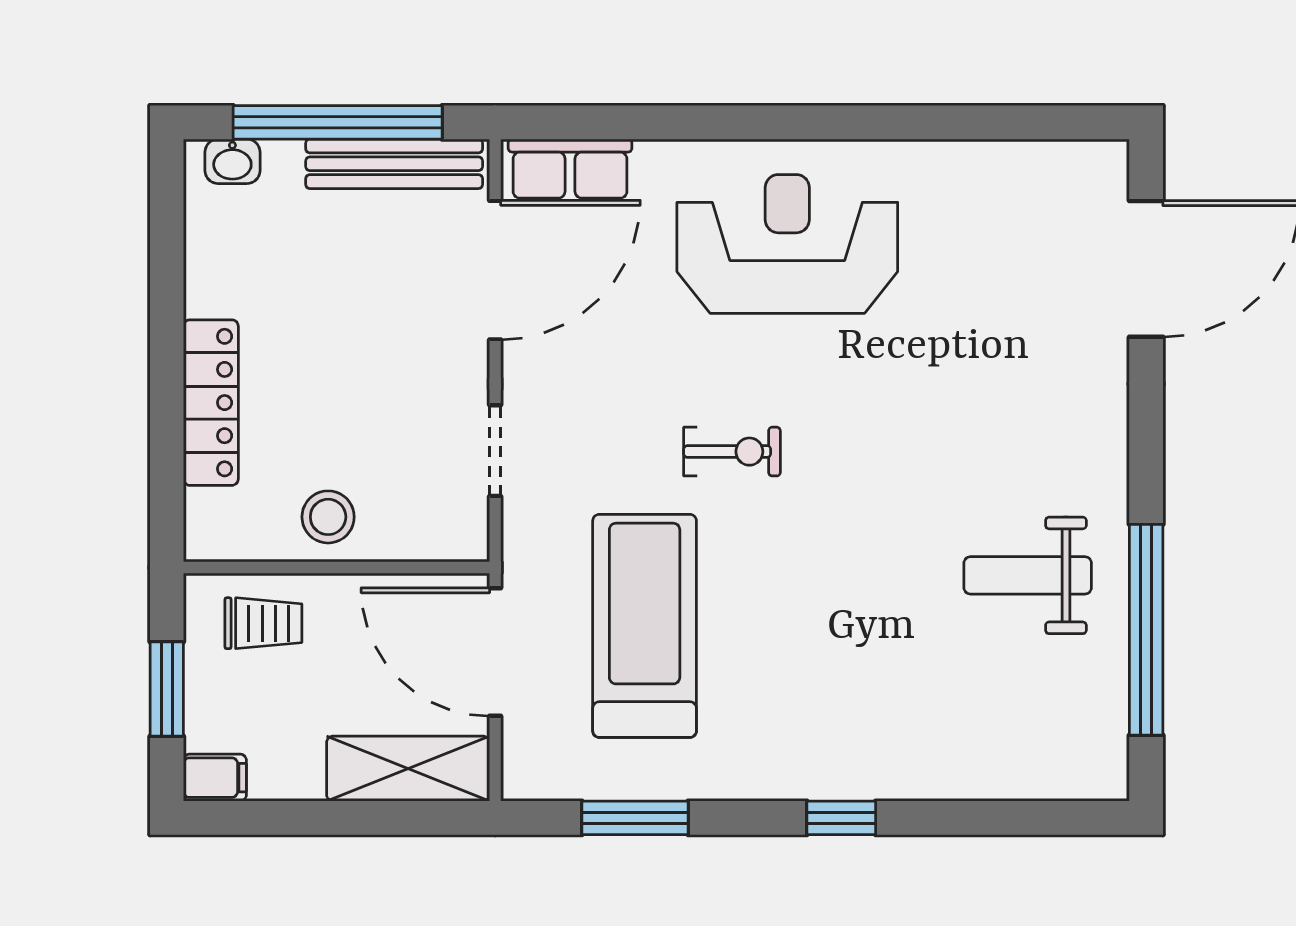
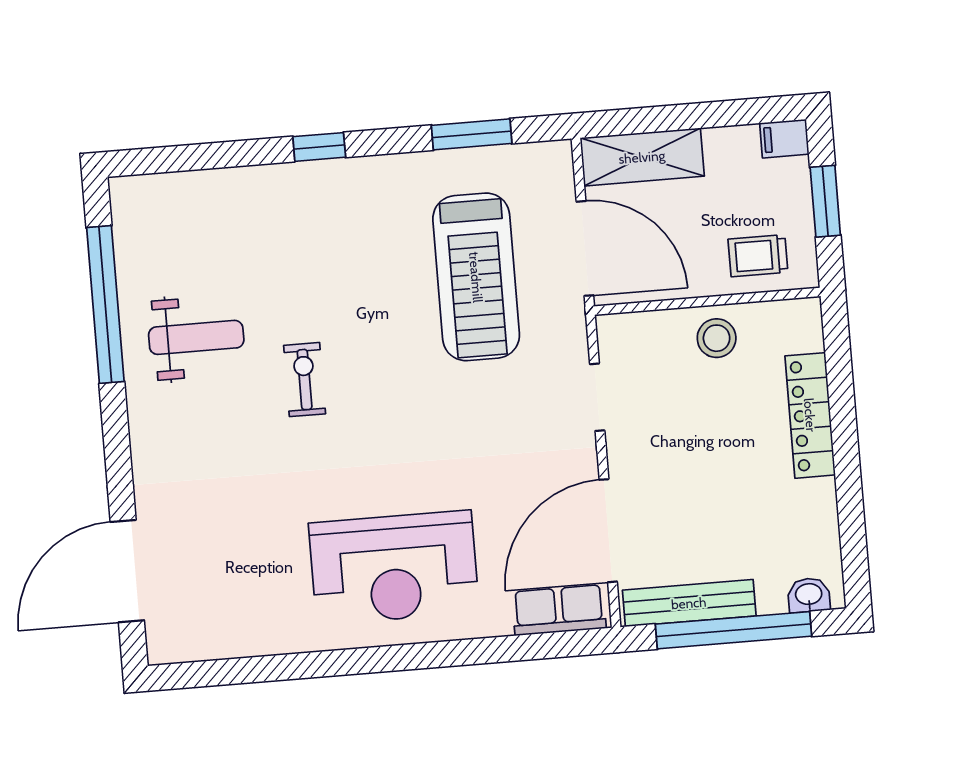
exercise bike: (732, 452) -> (305, 380), moved, turned 90

